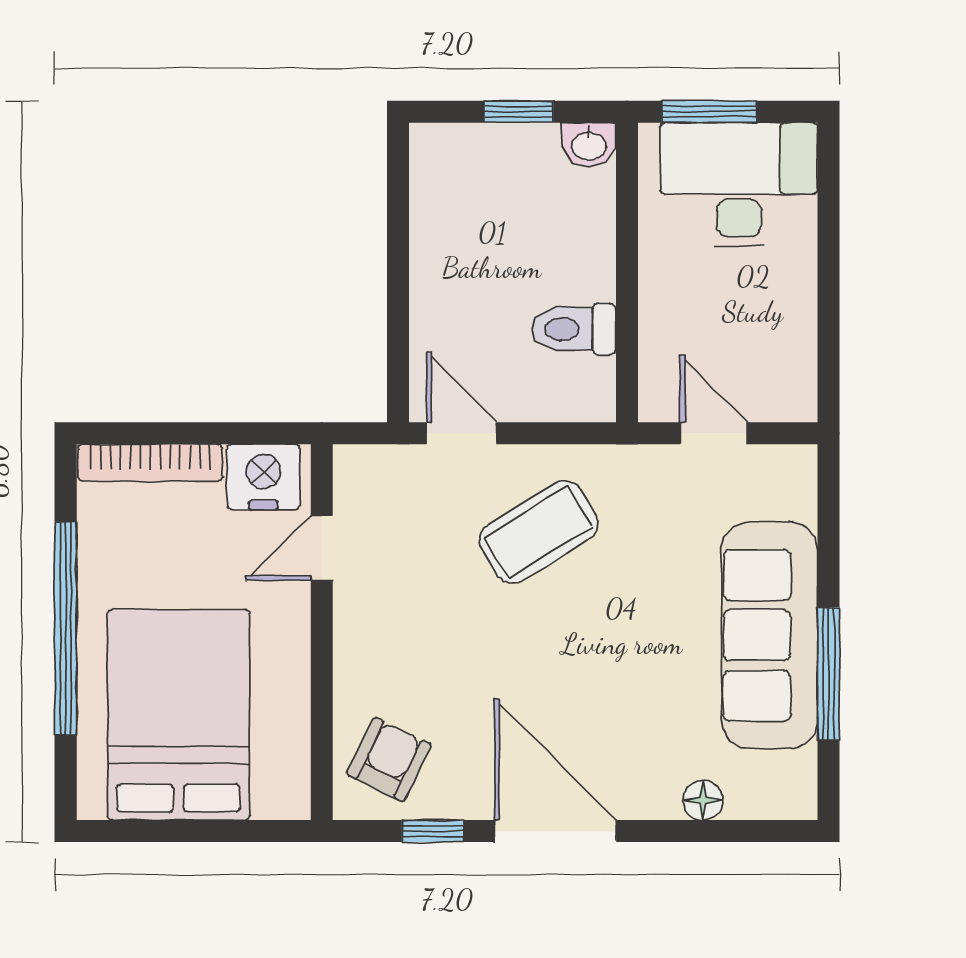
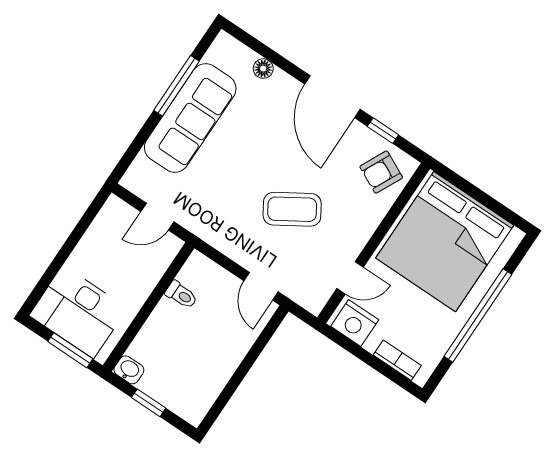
toilet: (574, 329) -> (181, 295), width x0.73, depth x0.72
door: (714, 433) -> (157, 217), hinge flipped
bookcase: (150, 463) -> (397, 360), width x0.64
coffee table: (539, 532) -> (292, 209), moved
bed: (178, 715) -> (445, 242), width x1.36

